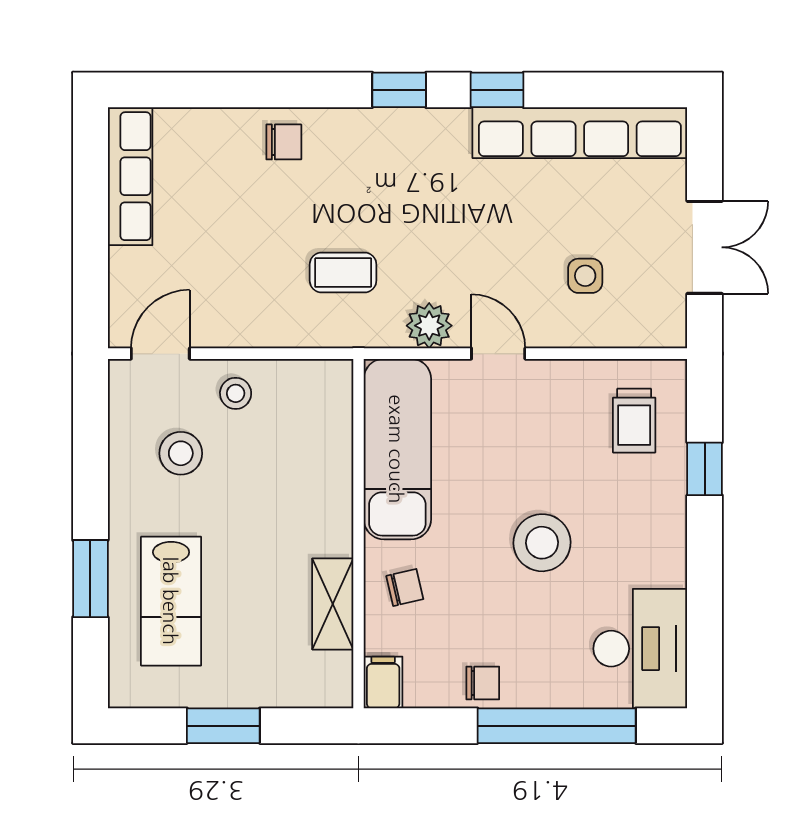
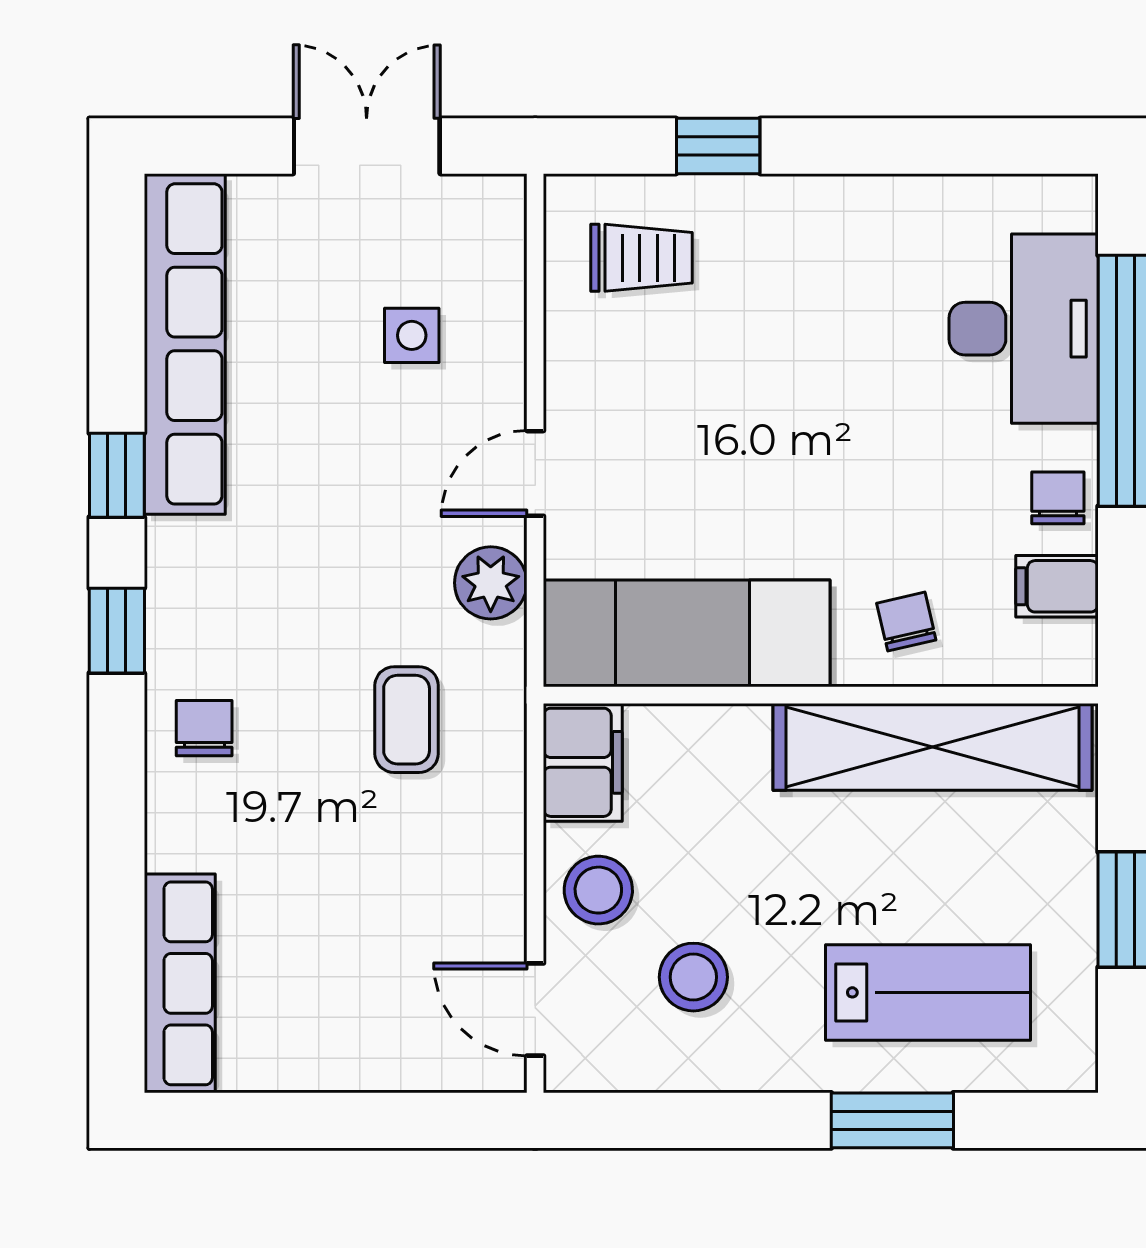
chair: (284, 142) -> (204, 728), moved
row of seats: (130, 176) -> (180, 983), moved, turned 90
filing cabinet: (316, 384) -> (583, 762), added
stool: (236, 393) -> (598, 890), width x1.37, depth x1.37
stool: (542, 543) -> (835, 404), removed
shelving: (333, 604) -> (932, 747), width x2.20, depth x1.33
desk: (640, 649) -> (1024, 329), moved, turned 90
filing cabinet: (383, 682) -> (1057, 586), moved

